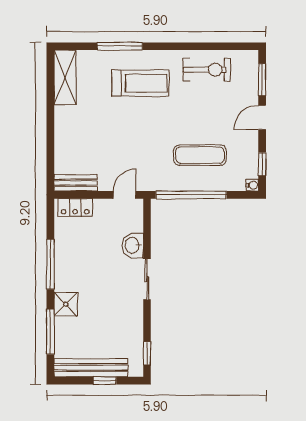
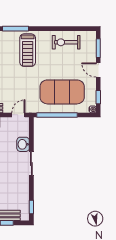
exercise bike: (207, 70) -> (66, 42), turned 180
treadmill: (140, 83) -> (28, 50), turned 90
door: (262, 117) -> (98, 70), hinge flipped
exercise mat: (200, 155) -> (62, 92), width x2.00, depth x1.45

